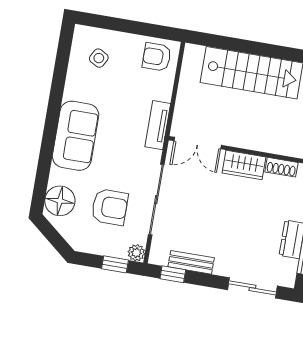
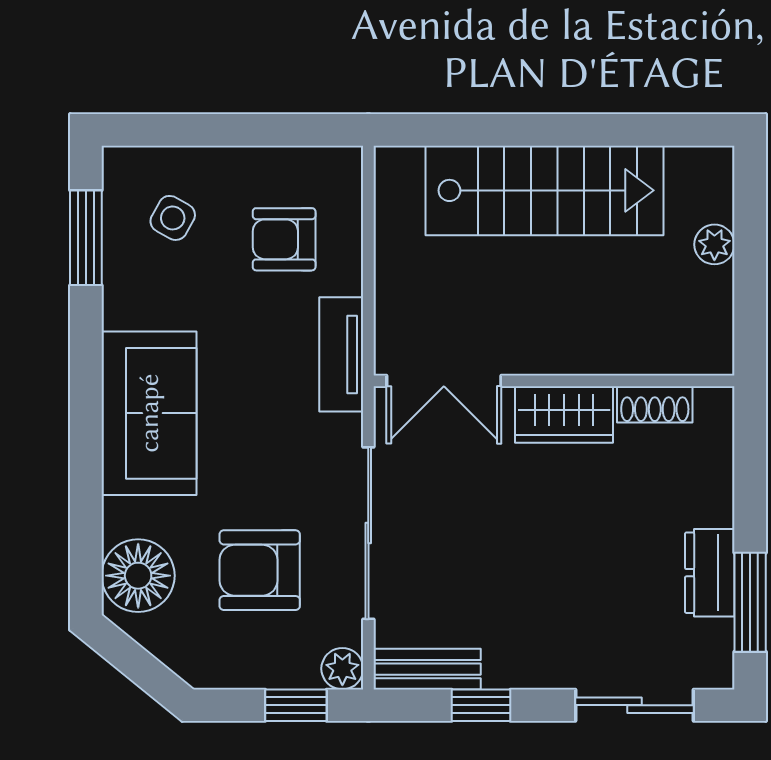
armchair: (157, 57) -> (284, 239), moved
window: (62, 60) -> (86, 238), added
armchair: (110, 207) -> (260, 570), turned 180
bench: (191, 262) -> (427, 669), moved
window: (173, 274) -> (481, 705), moved

